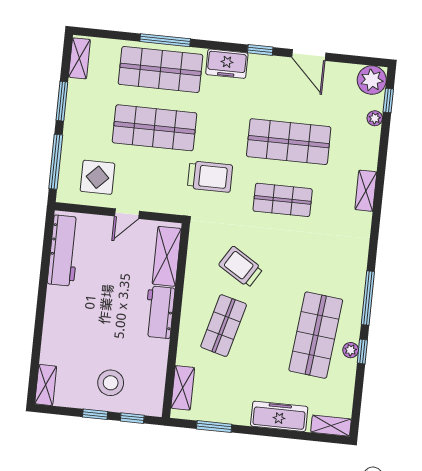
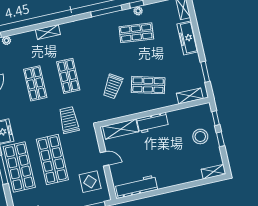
shop shelf: (289, 142) -> (35, 83), width x0.70, depth x0.74
shop shelf: (316, 335) -> (136, 33), width x0.70, depth x0.74

